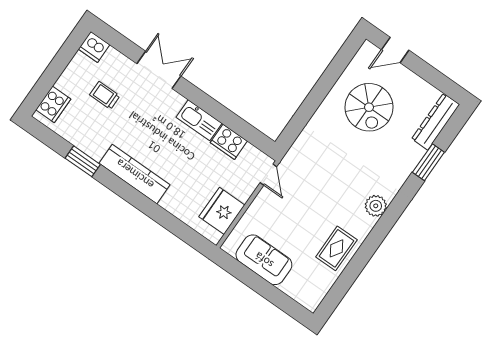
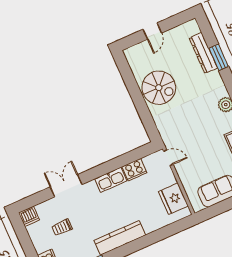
door: (395, 50) -> (152, 31), moved
spiral stairs: (369, 107) -> (159, 88), moved
dresser: (436, 122) -> (203, 53), moved

